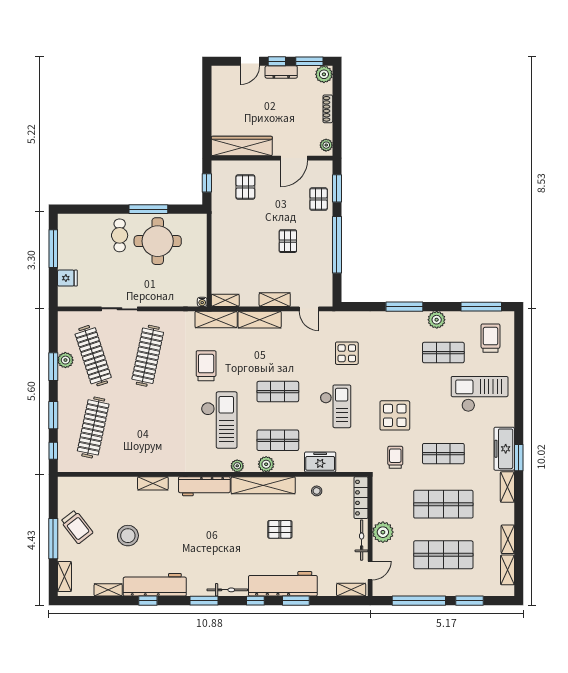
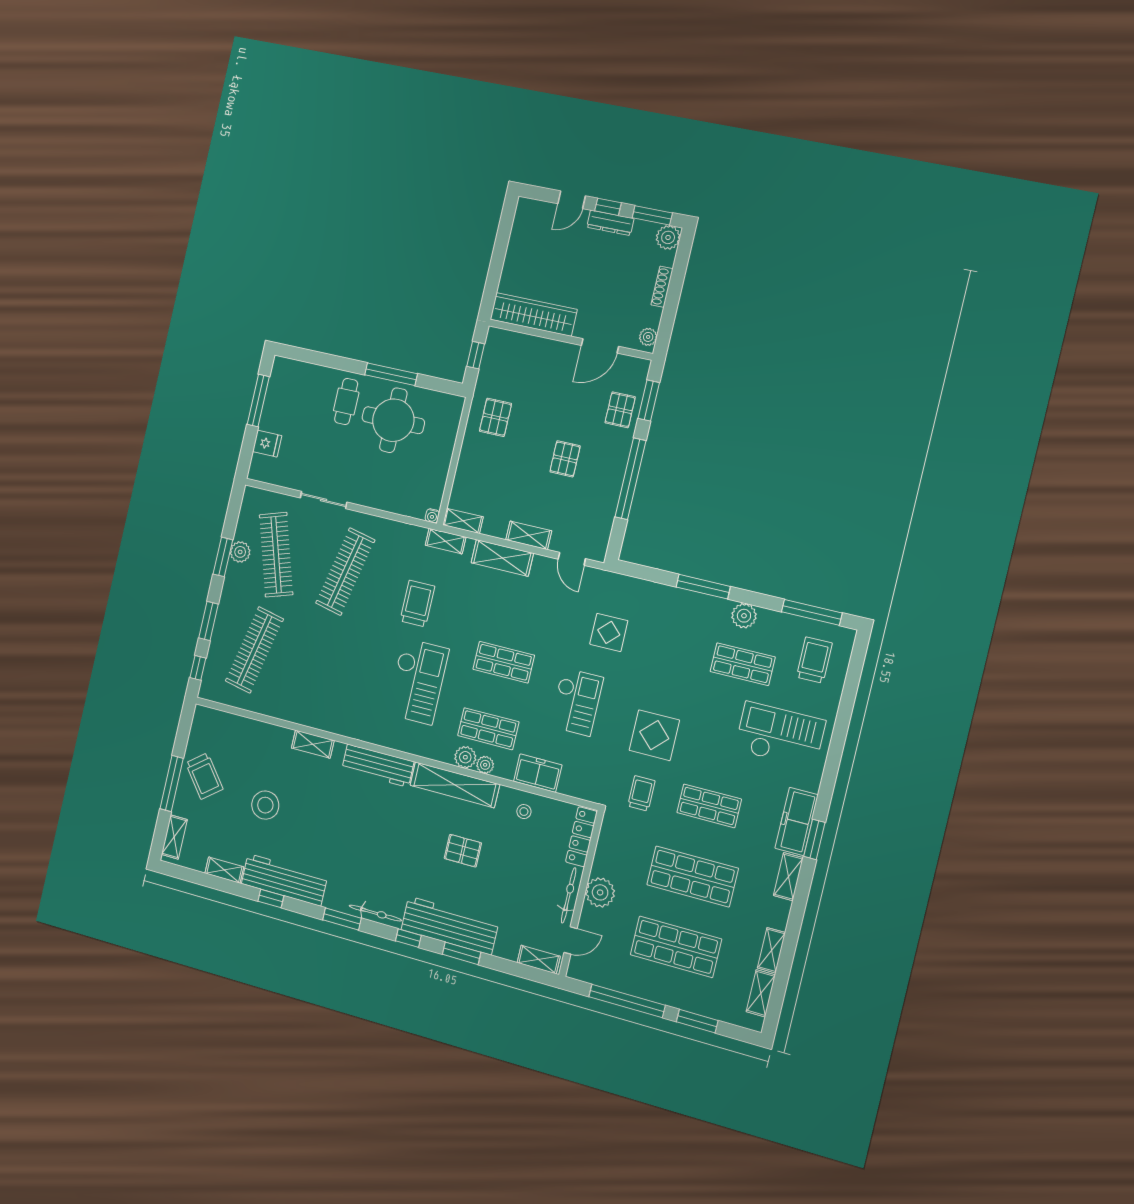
pallet: (245, 187) -> (495, 417), moved
shelving: (216, 319) -> (446, 541), width x0.67, depth x0.75
plant: (237, 466) -> (485, 765), moved

